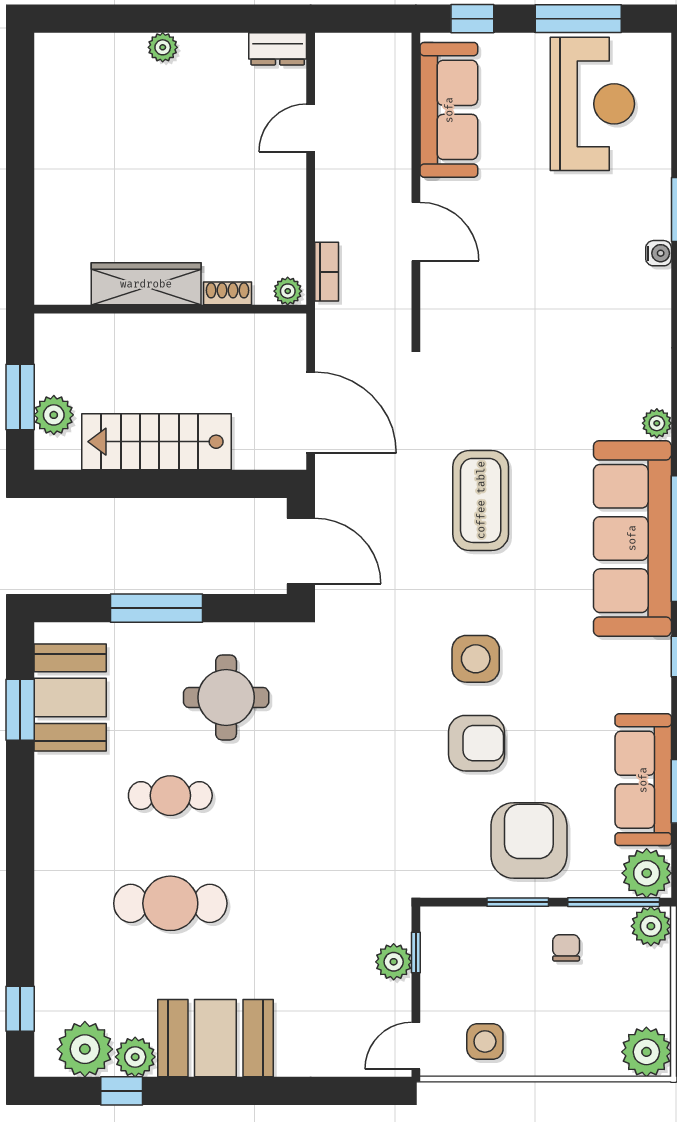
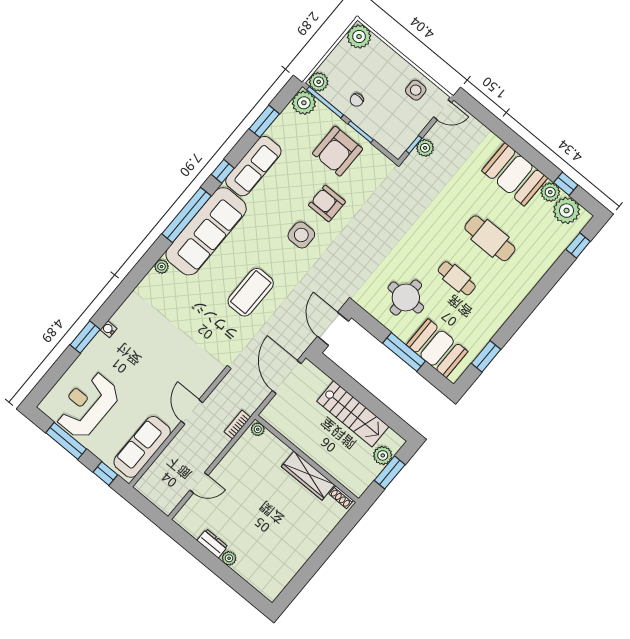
dresser: (278, 49) -> (212, 543), moved
shoe rack: (228, 293) -> (341, 497), moved
booth: (70, 698) -> (437, 348), moved, turned 90
sofa: (643, 780) -> (253, 166), moved

